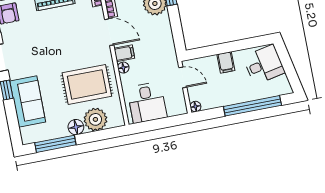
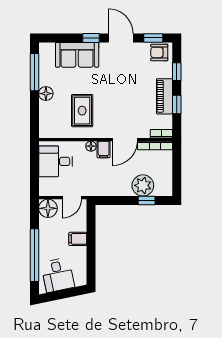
desk: (264, 65) -> (58, 275), moved
rug: (87, 84) -> (82, 111), width x0.73, depth x0.70
floor lamp: (195, 107) -> (48, 208), width x1.89, depth x1.89
plant: (95, 119) -> (49, 112), removed

